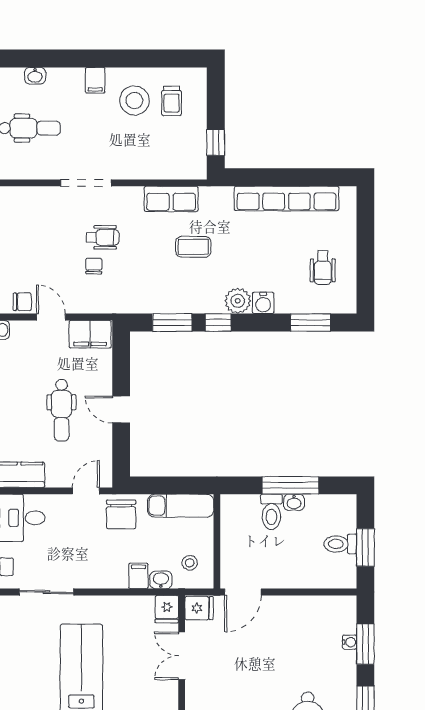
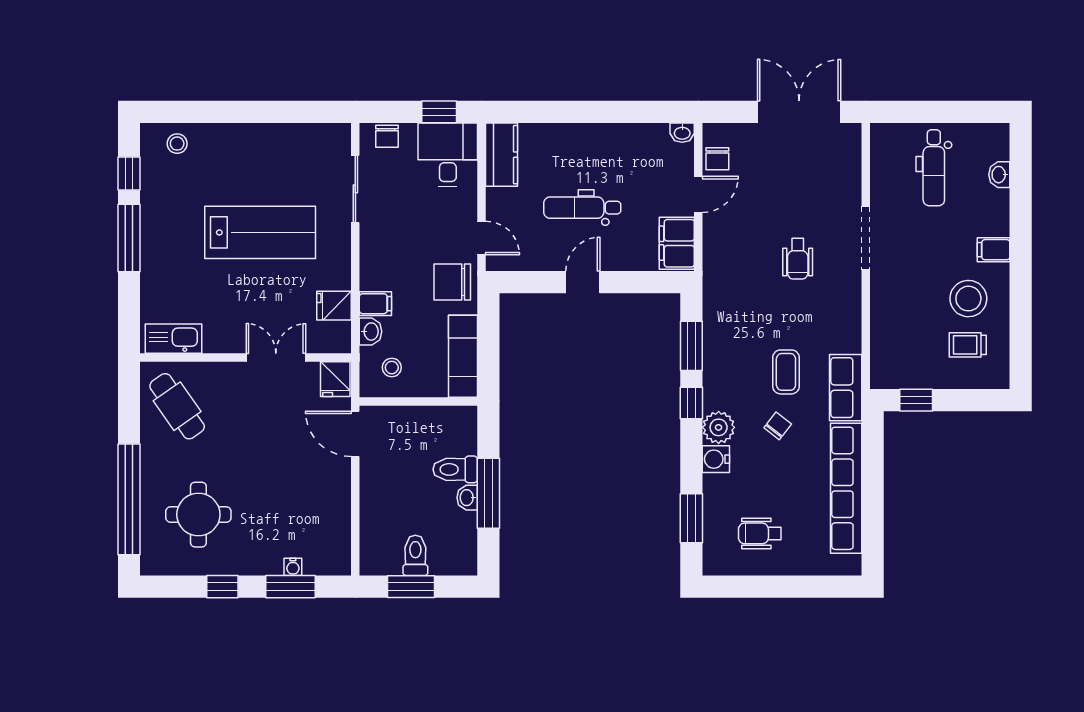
row of seats: (171, 199) -> (846, 388), moved
chair: (94, 266) -> (778, 426), moved, turned -52
fridge: (167, 609) -> (334, 306), moved

